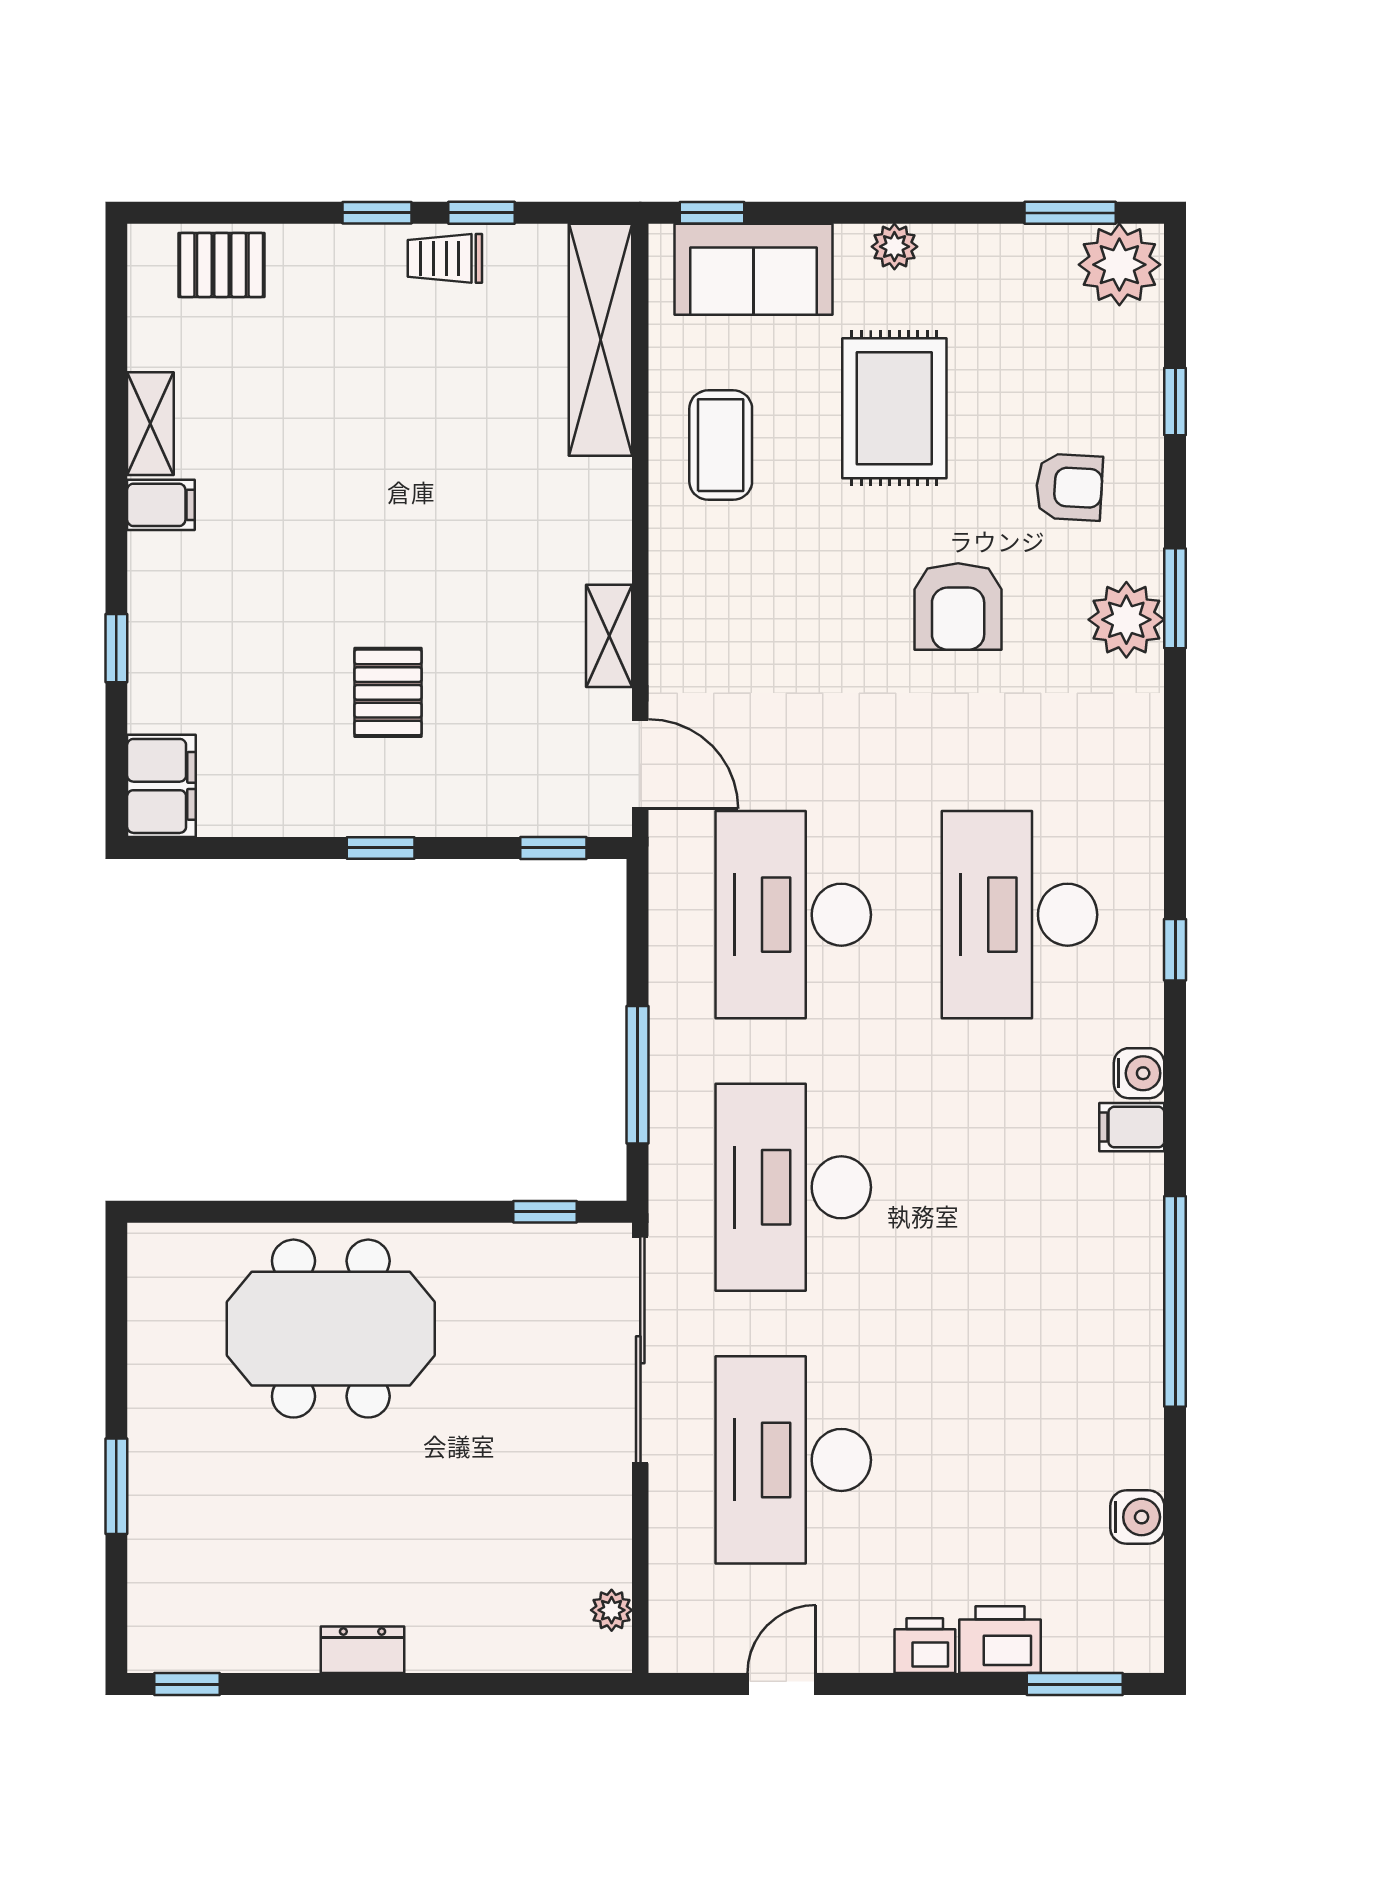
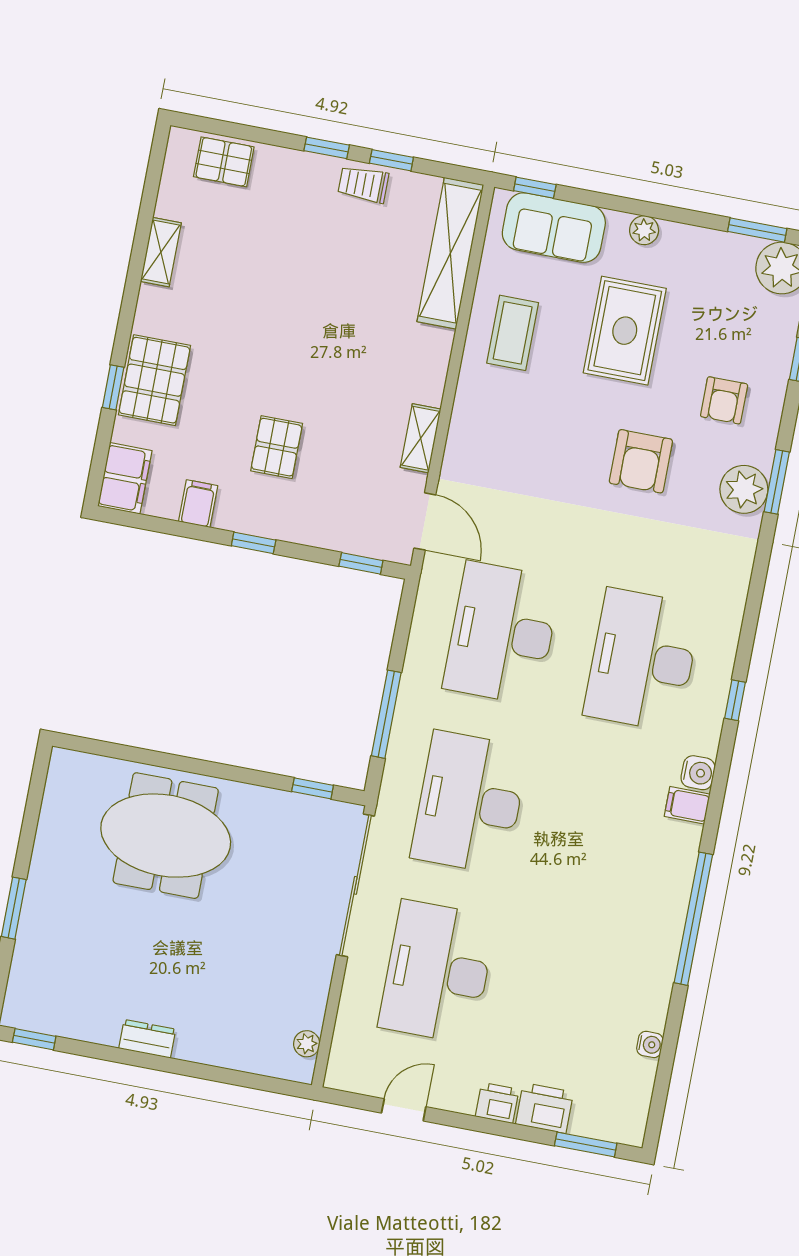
armchair: (1069, 487) -> (724, 400), turned 87
filing cabinet: (161, 505) -> (198, 504), moved, turned -90
pallet: (179, 625) -> (154, 380), added
water cooler: (1137, 1517) -> (650, 1044), width x0.72, depth x0.72

